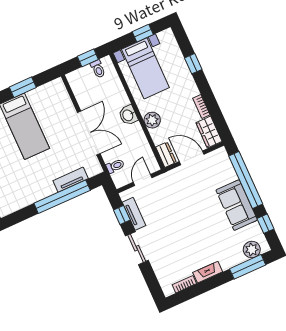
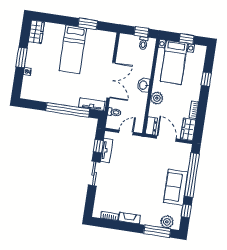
tv unit: (71, 180) -> (92, 104), moved

